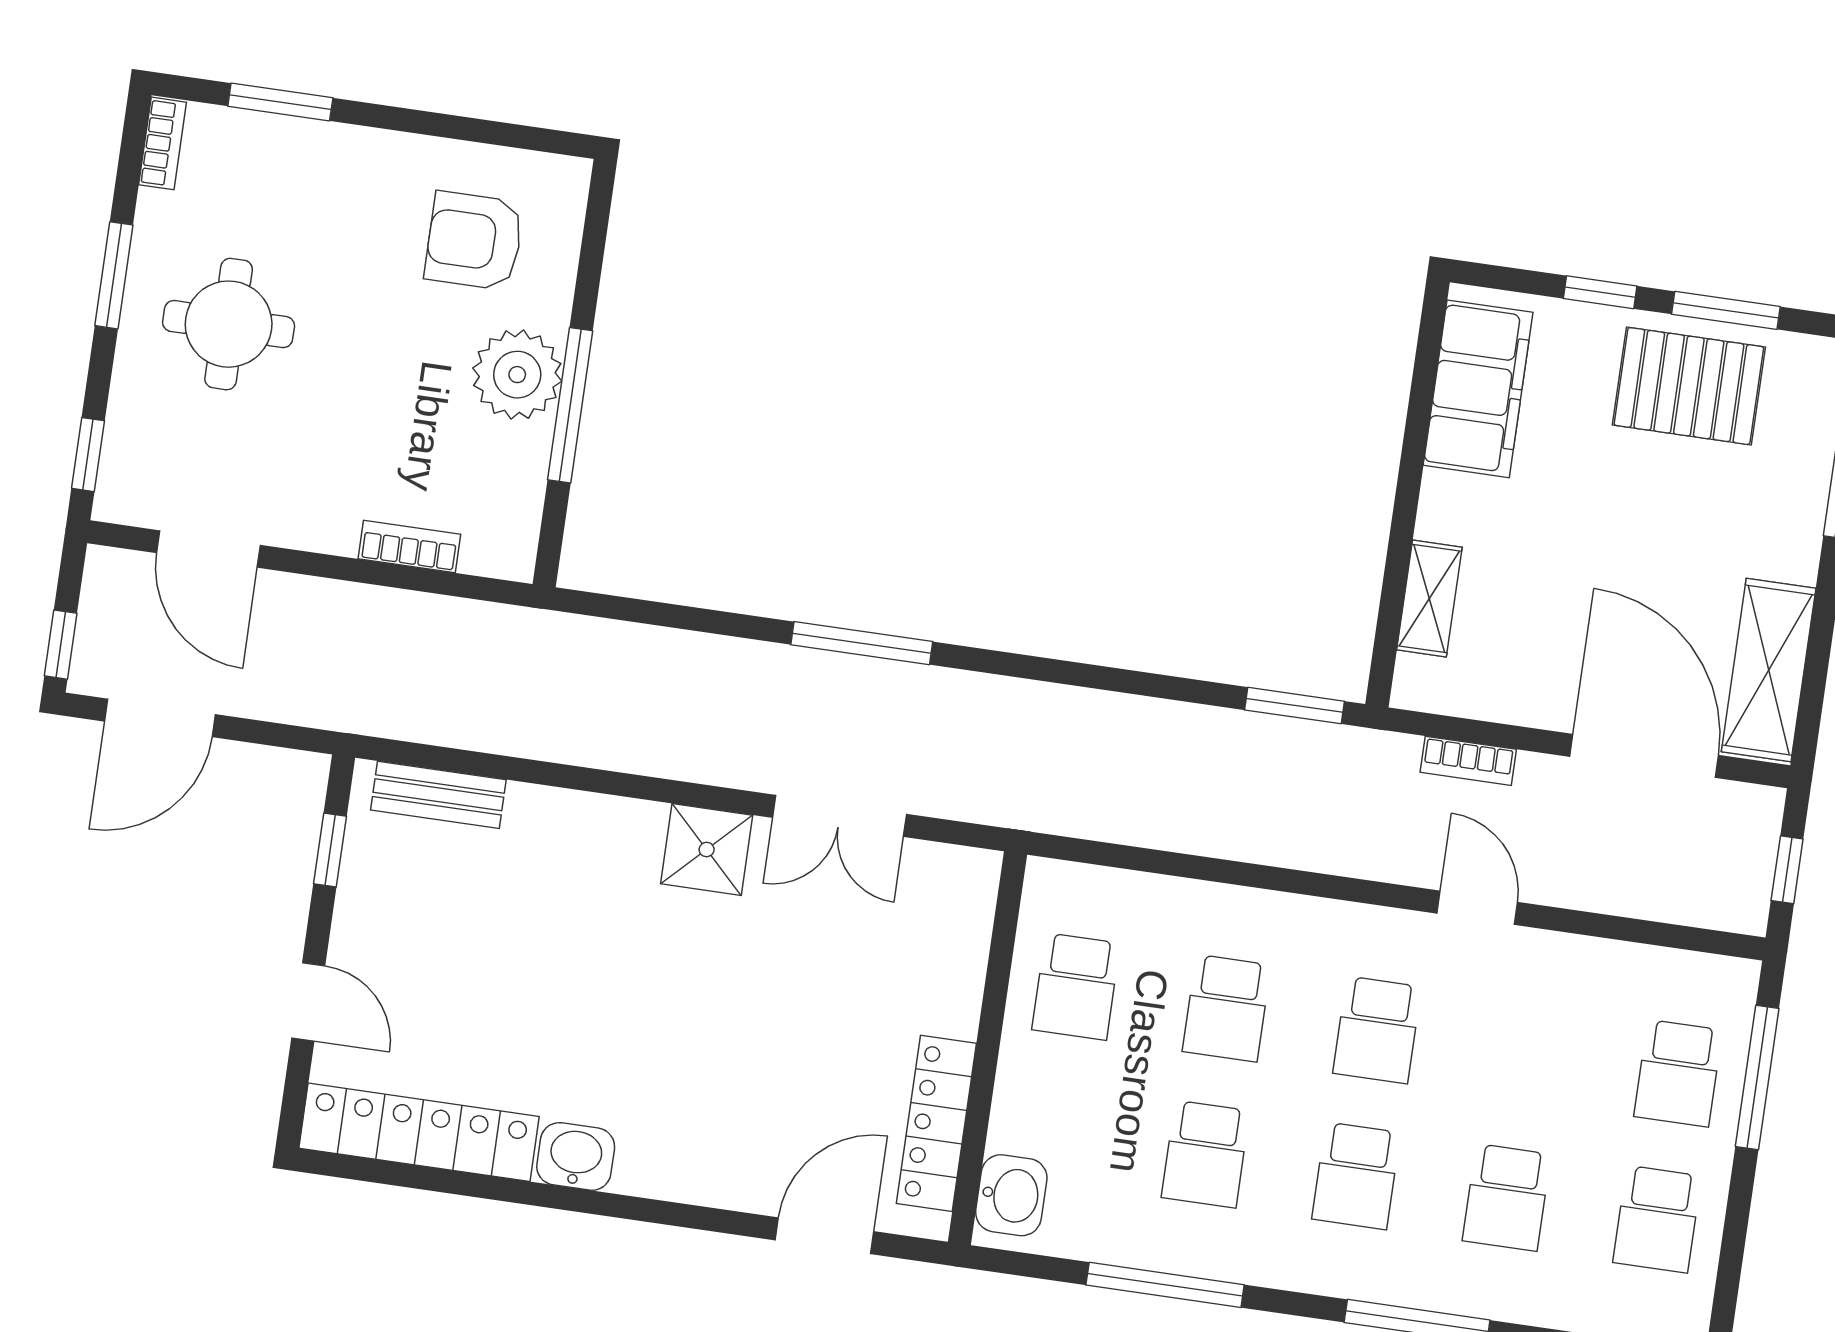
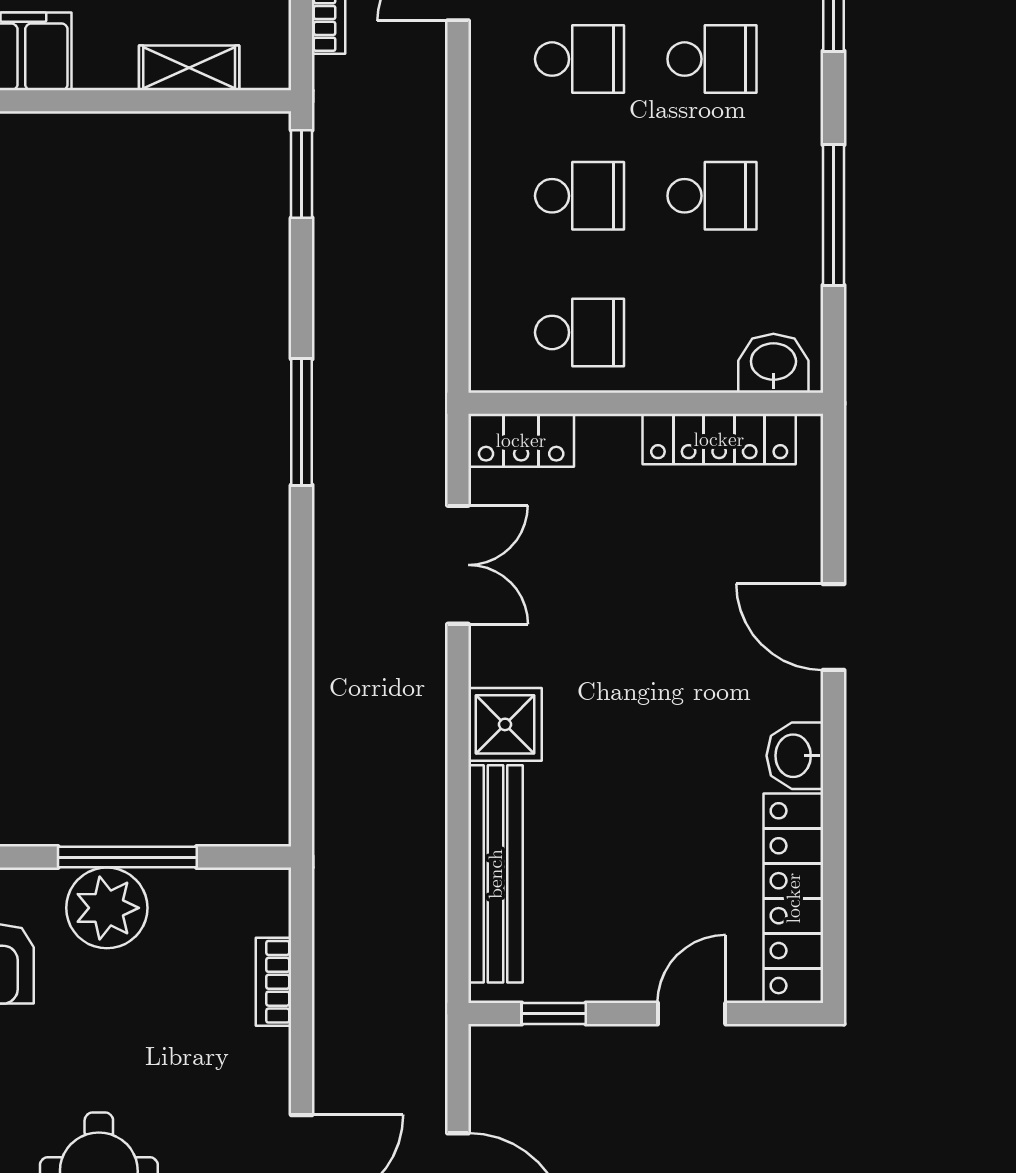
window: (862, 643) -> (302, 422), moved
bench: (438, 795) -> (495, 874), width x1.86, depth x1.21
shower: (707, 849) -> (505, 724), moved
locker: (966, 905) -> (521, 440), added
door: (825, 1236) -> (834, 627), moved

